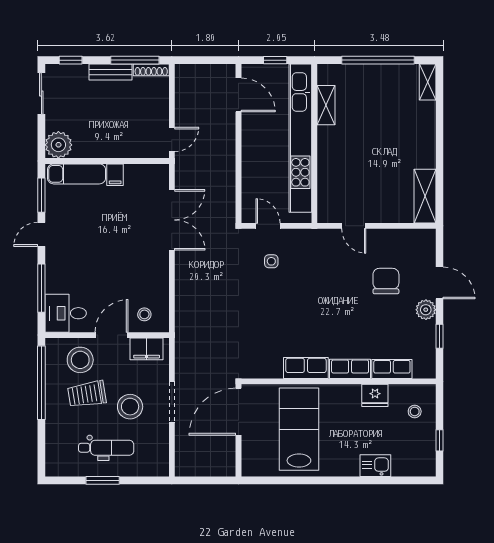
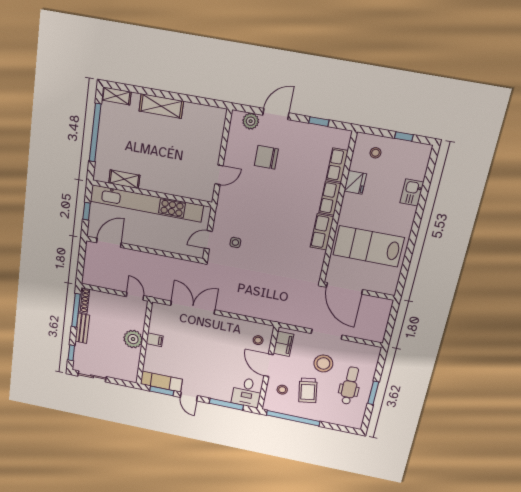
plant: (58, 145) -> (133, 339), moved
exam couch: (77, 174) -> (161, 382), moved, turned -90
shelving: (425, 196) -> (161, 106), moved
plant: (426, 310) -> (251, 121), moved
stool: (80, 360) -> (282, 390), width x0.53, depth x0.53

